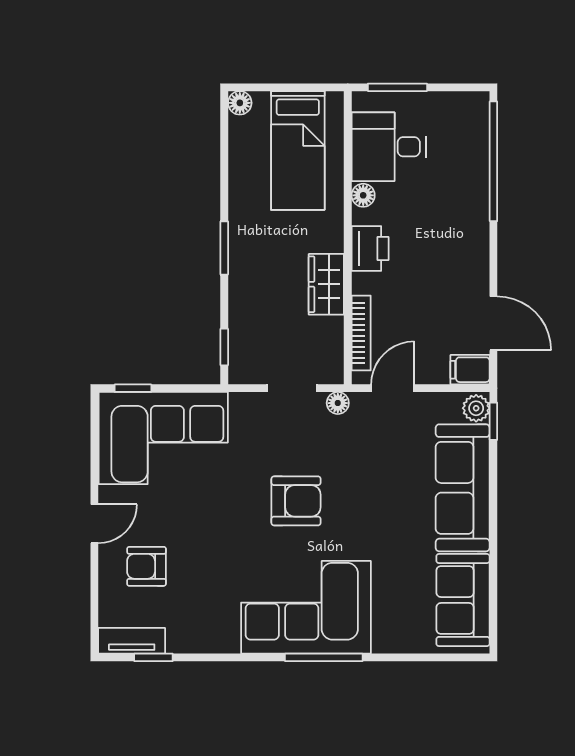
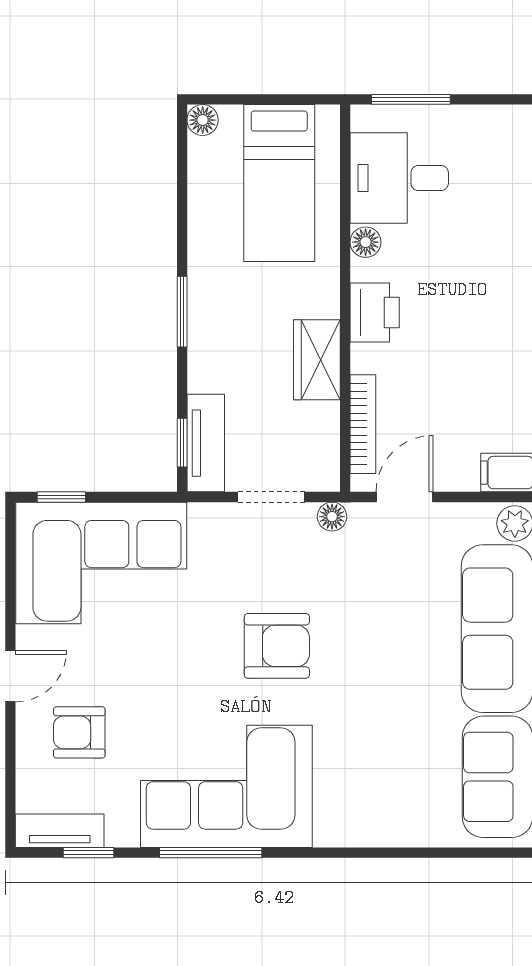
tv unit: (242, 347) -> (206, 443), added
corner sofa: (306, 607) -> (226, 786), moved
window: (324, 657) -> (211, 853), moved

